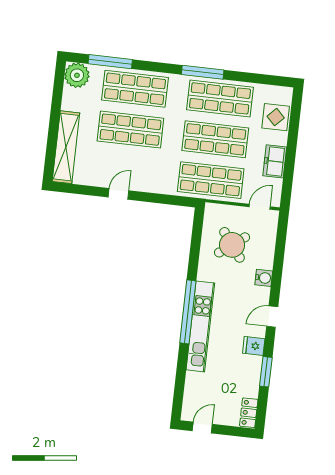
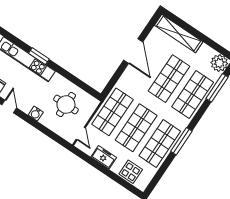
door: (119, 194) -> (133, 51), width x1.87
round table: (232, 245) -> (66, 105), turned 37
window: (188, 312) -> (39, 56), width x0.47

